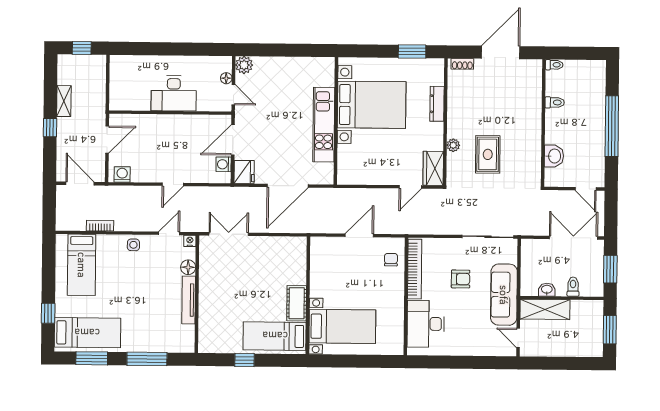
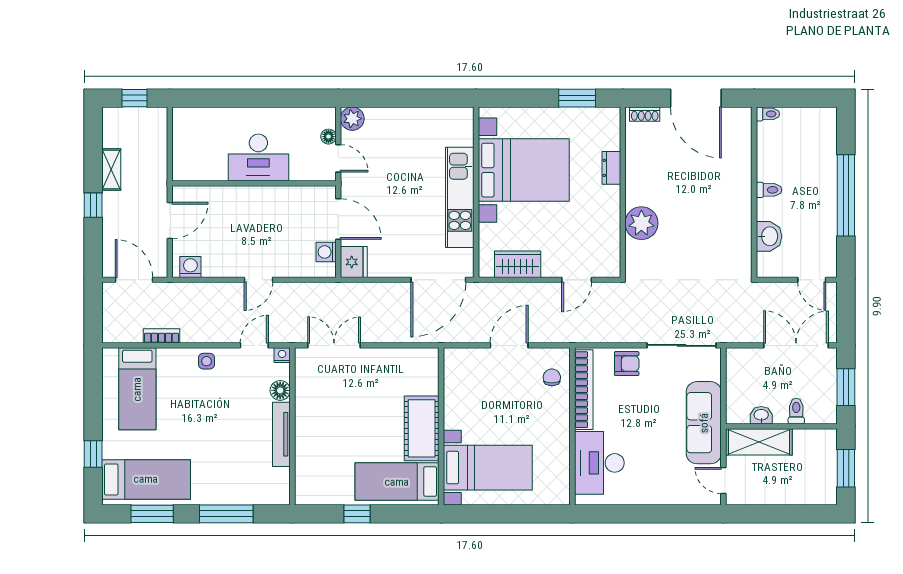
door: (501, 52) -> (696, 98), swing flipped
toilet: (555, 102) -> (769, 190), moved
dresser: (437, 104) -> (611, 168), width x0.70
door: (233, 140) -> (338, 219), swing flipped
plant: (453, 145) -> (641, 223), width x1.87, depth x1.87
rug: (488, 154) -> (680, 235), removed
wardrobe: (433, 168) -> (518, 264), moved, turned 90
door: (288, 186) -> (438, 280), moved
armchair: (461, 279) -> (627, 364), moved
cot: (297, 303) -> (422, 428), width x1.37, depth x1.34

